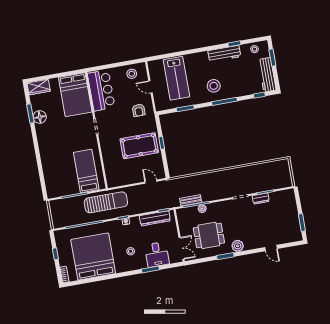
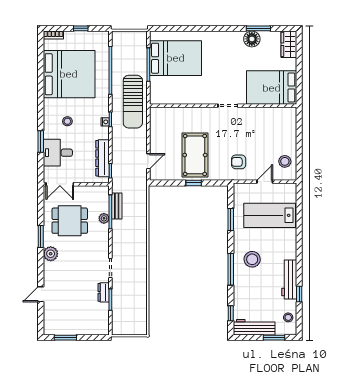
bar counter: (101, 90) -> (271, 120), removed
bed: (86, 171) -> (176, 58), moved, width x1.50
dining table: (209, 235) -> (70, 221), turned 90

